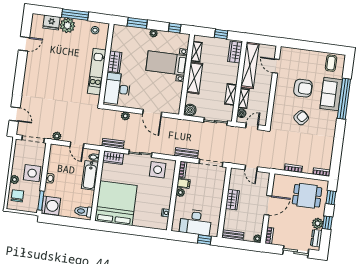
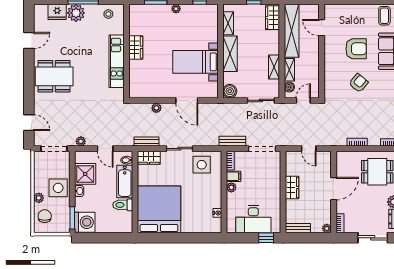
bed with nightstands: (166, 63) -> (195, 62), moved
dining table: (41, 77) -> (54, 76), added
desk: (117, 89) -> (143, 78), removed
shower: (57, 164) -> (85, 174), added
toilet: (83, 211) -> (123, 205), moved

